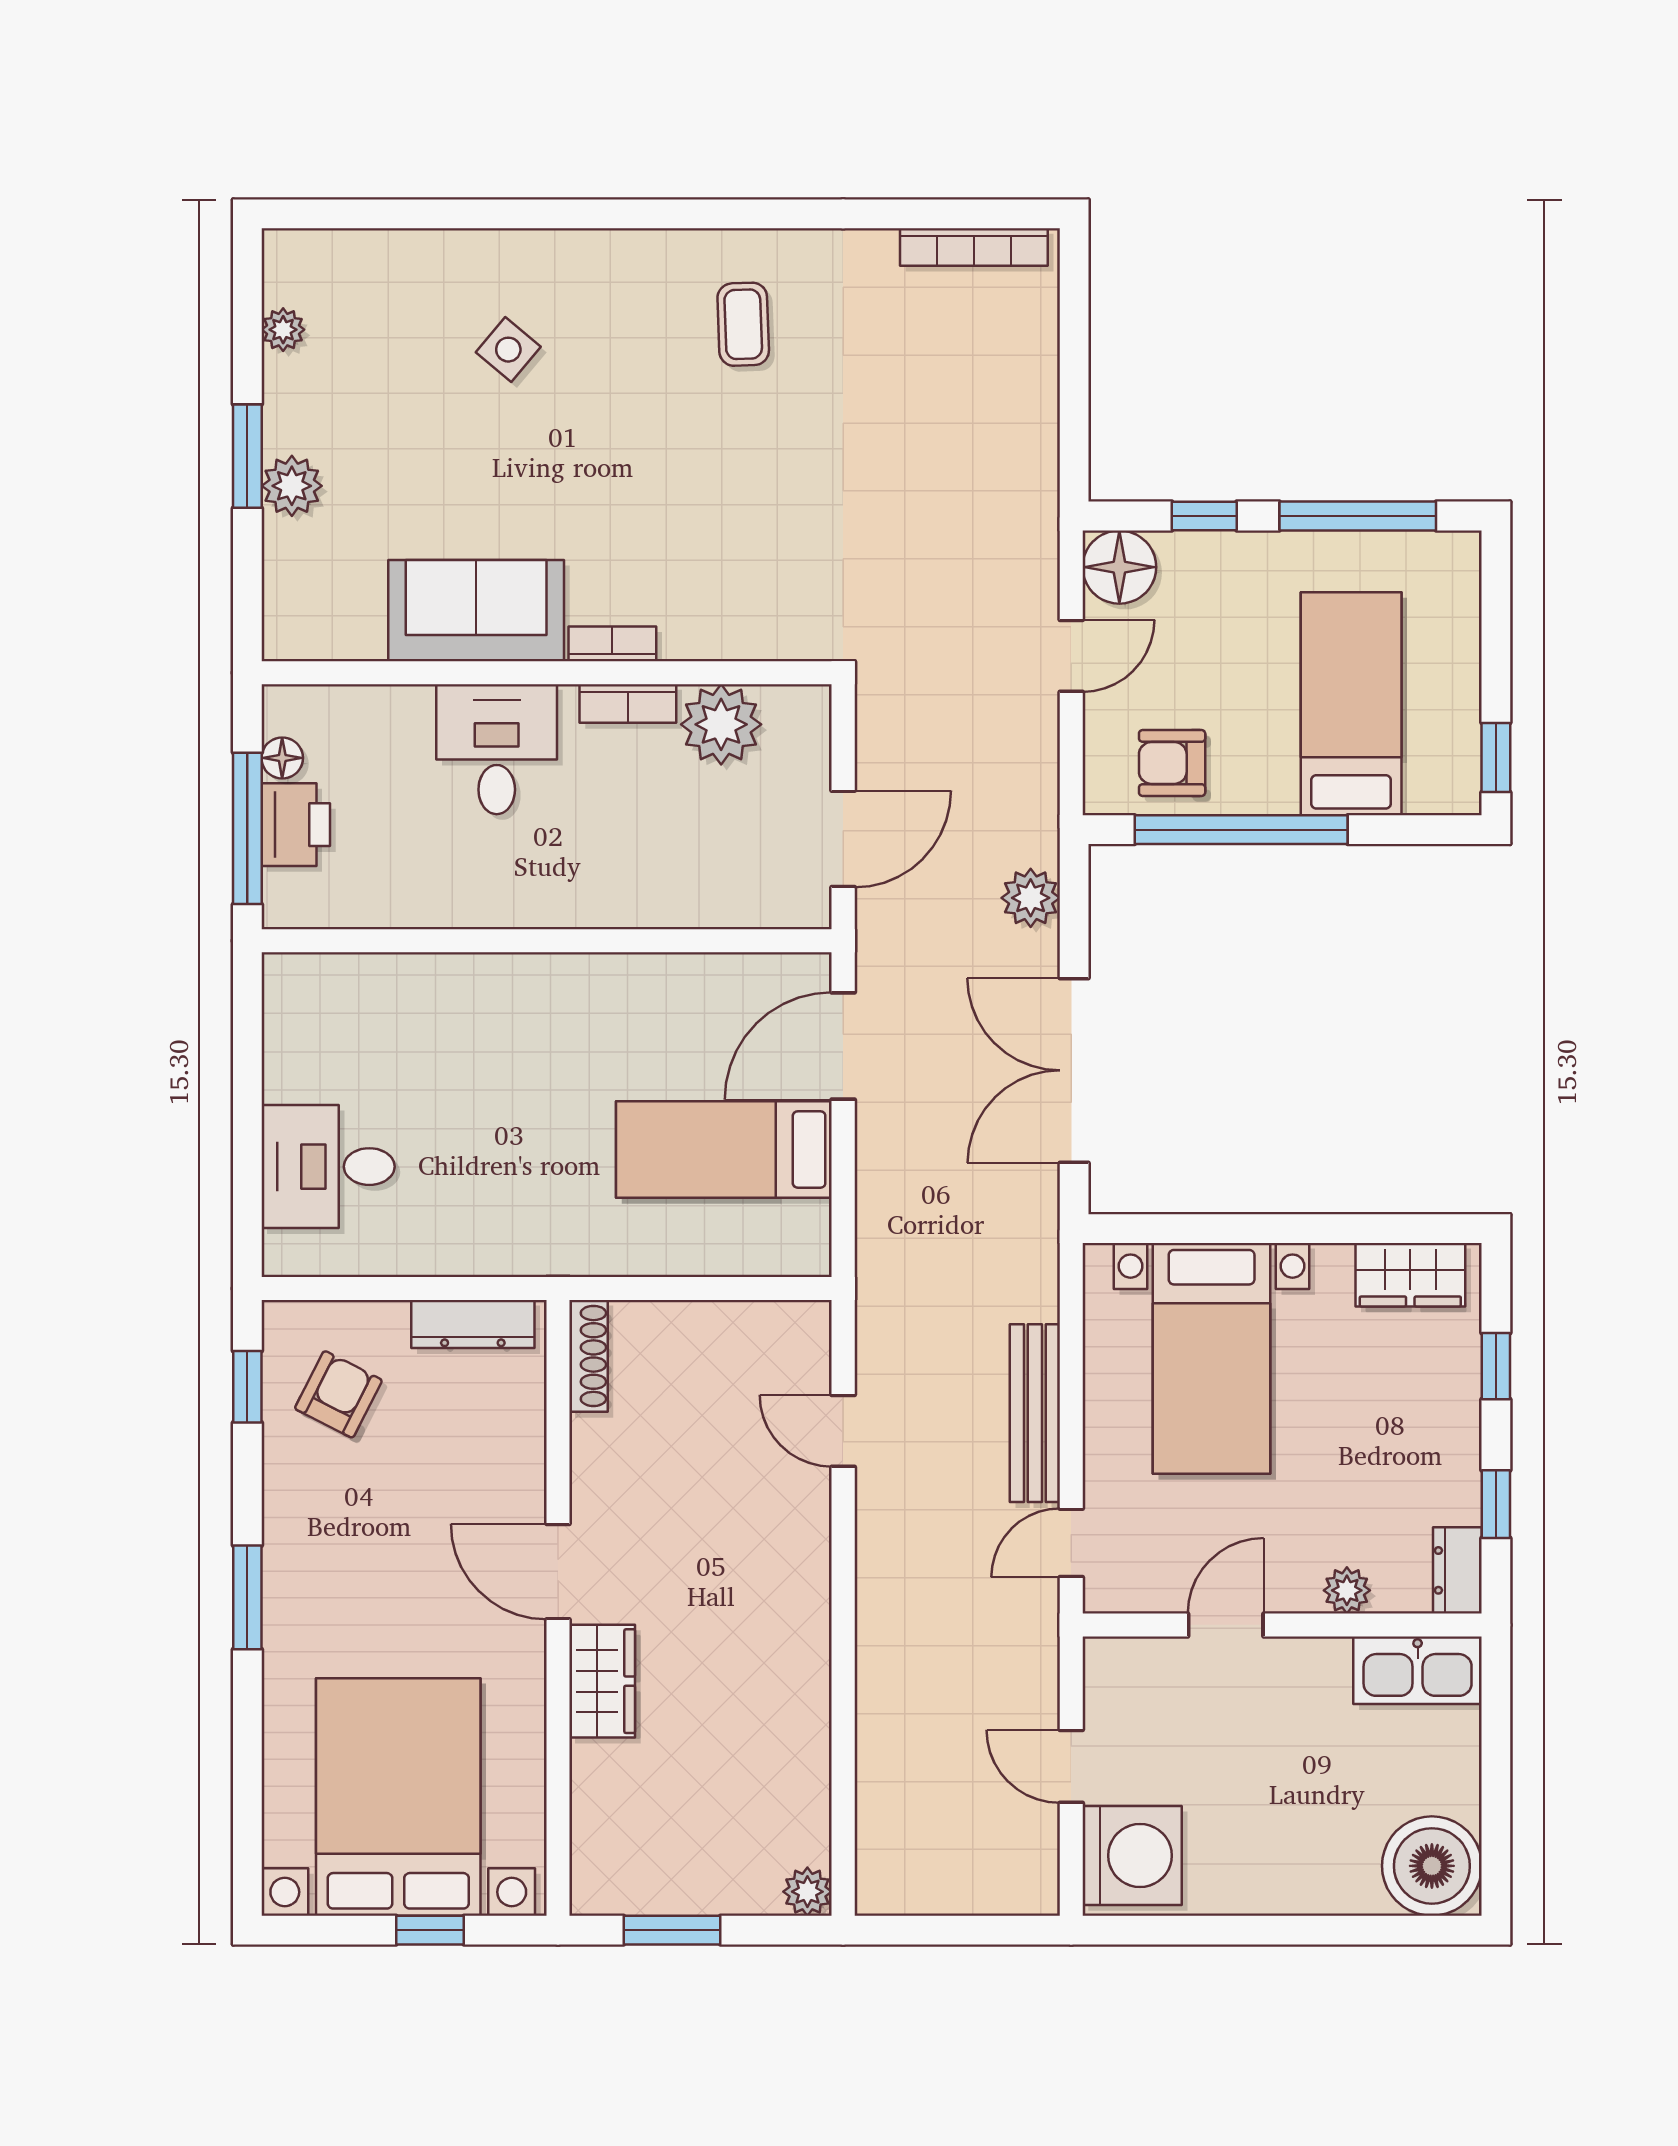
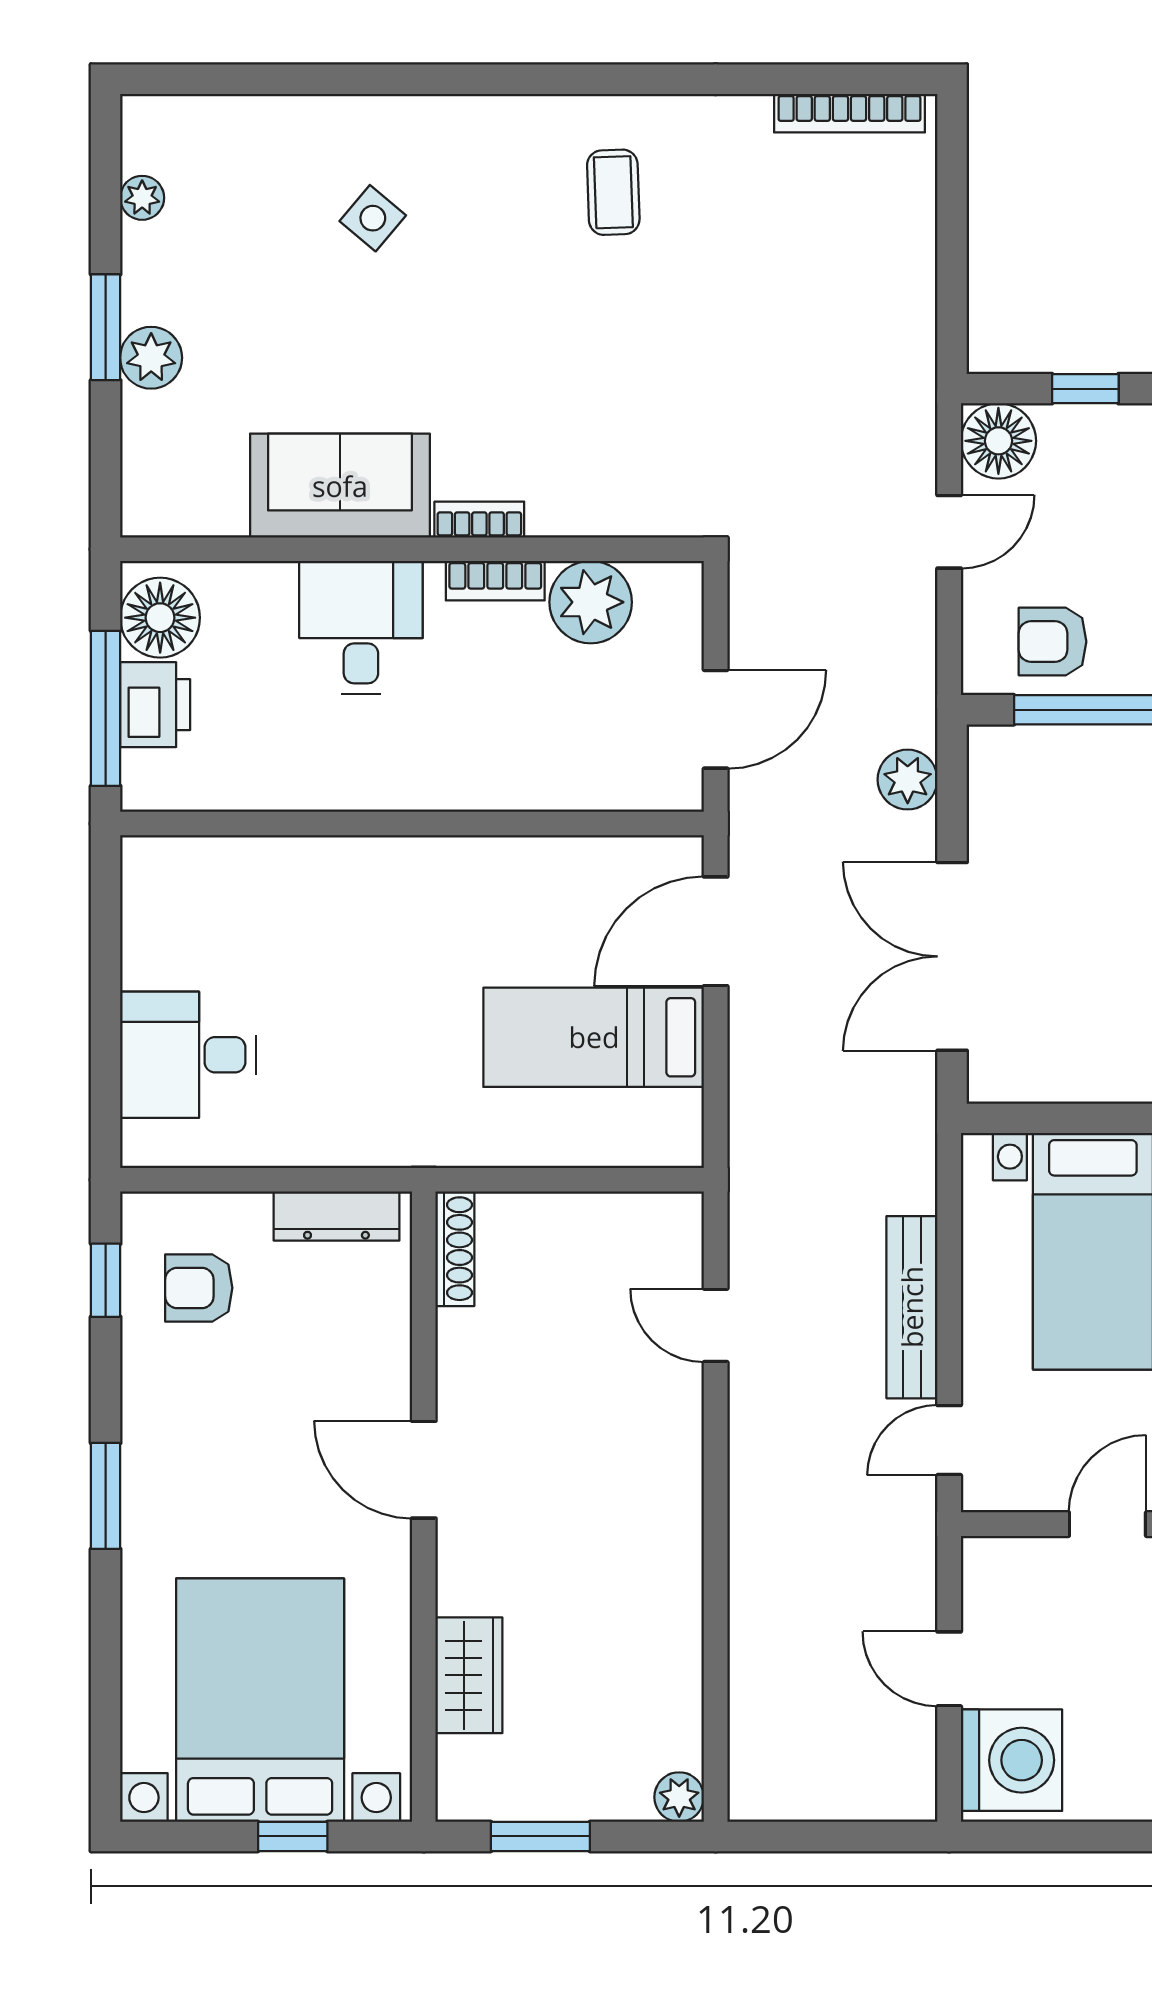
floor lamp: (282, 758) -> (160, 618), width x1.89, depth x1.89
armchair: (338, 1394) -> (199, 1288), turned -117
wardrobe: (602, 1681) -> (469, 1675), moved

